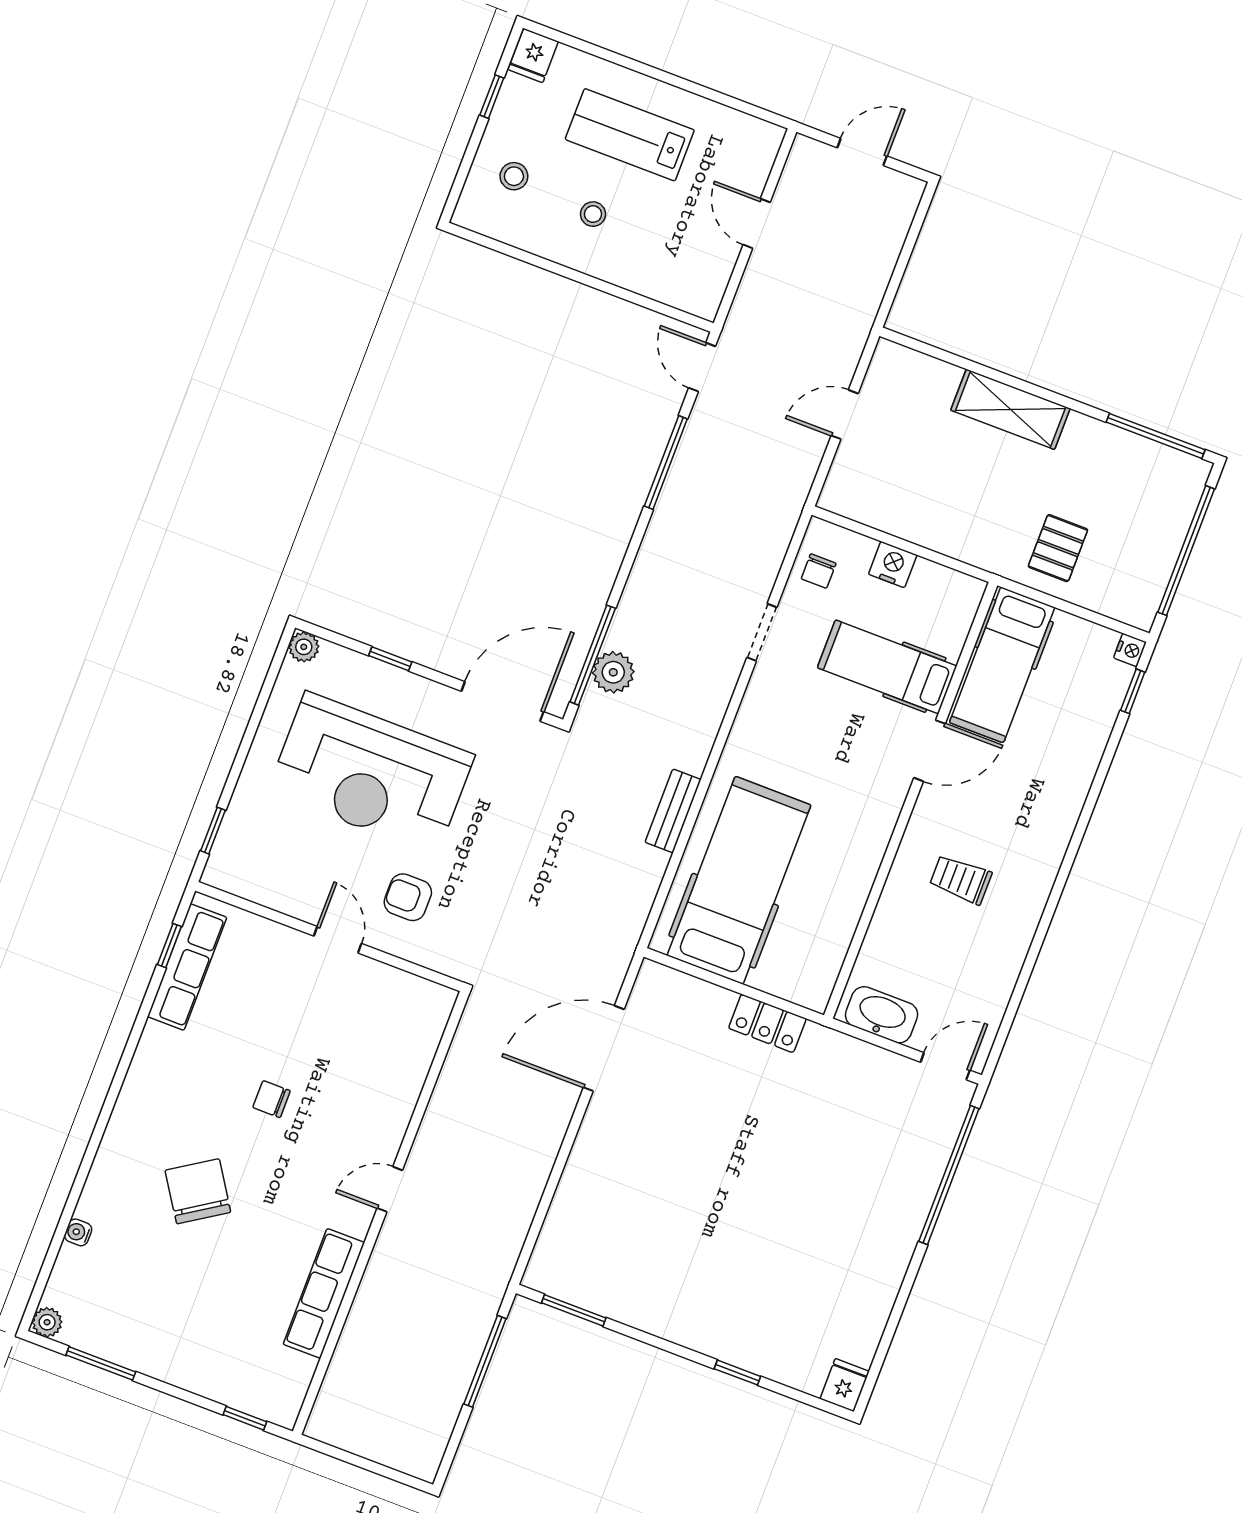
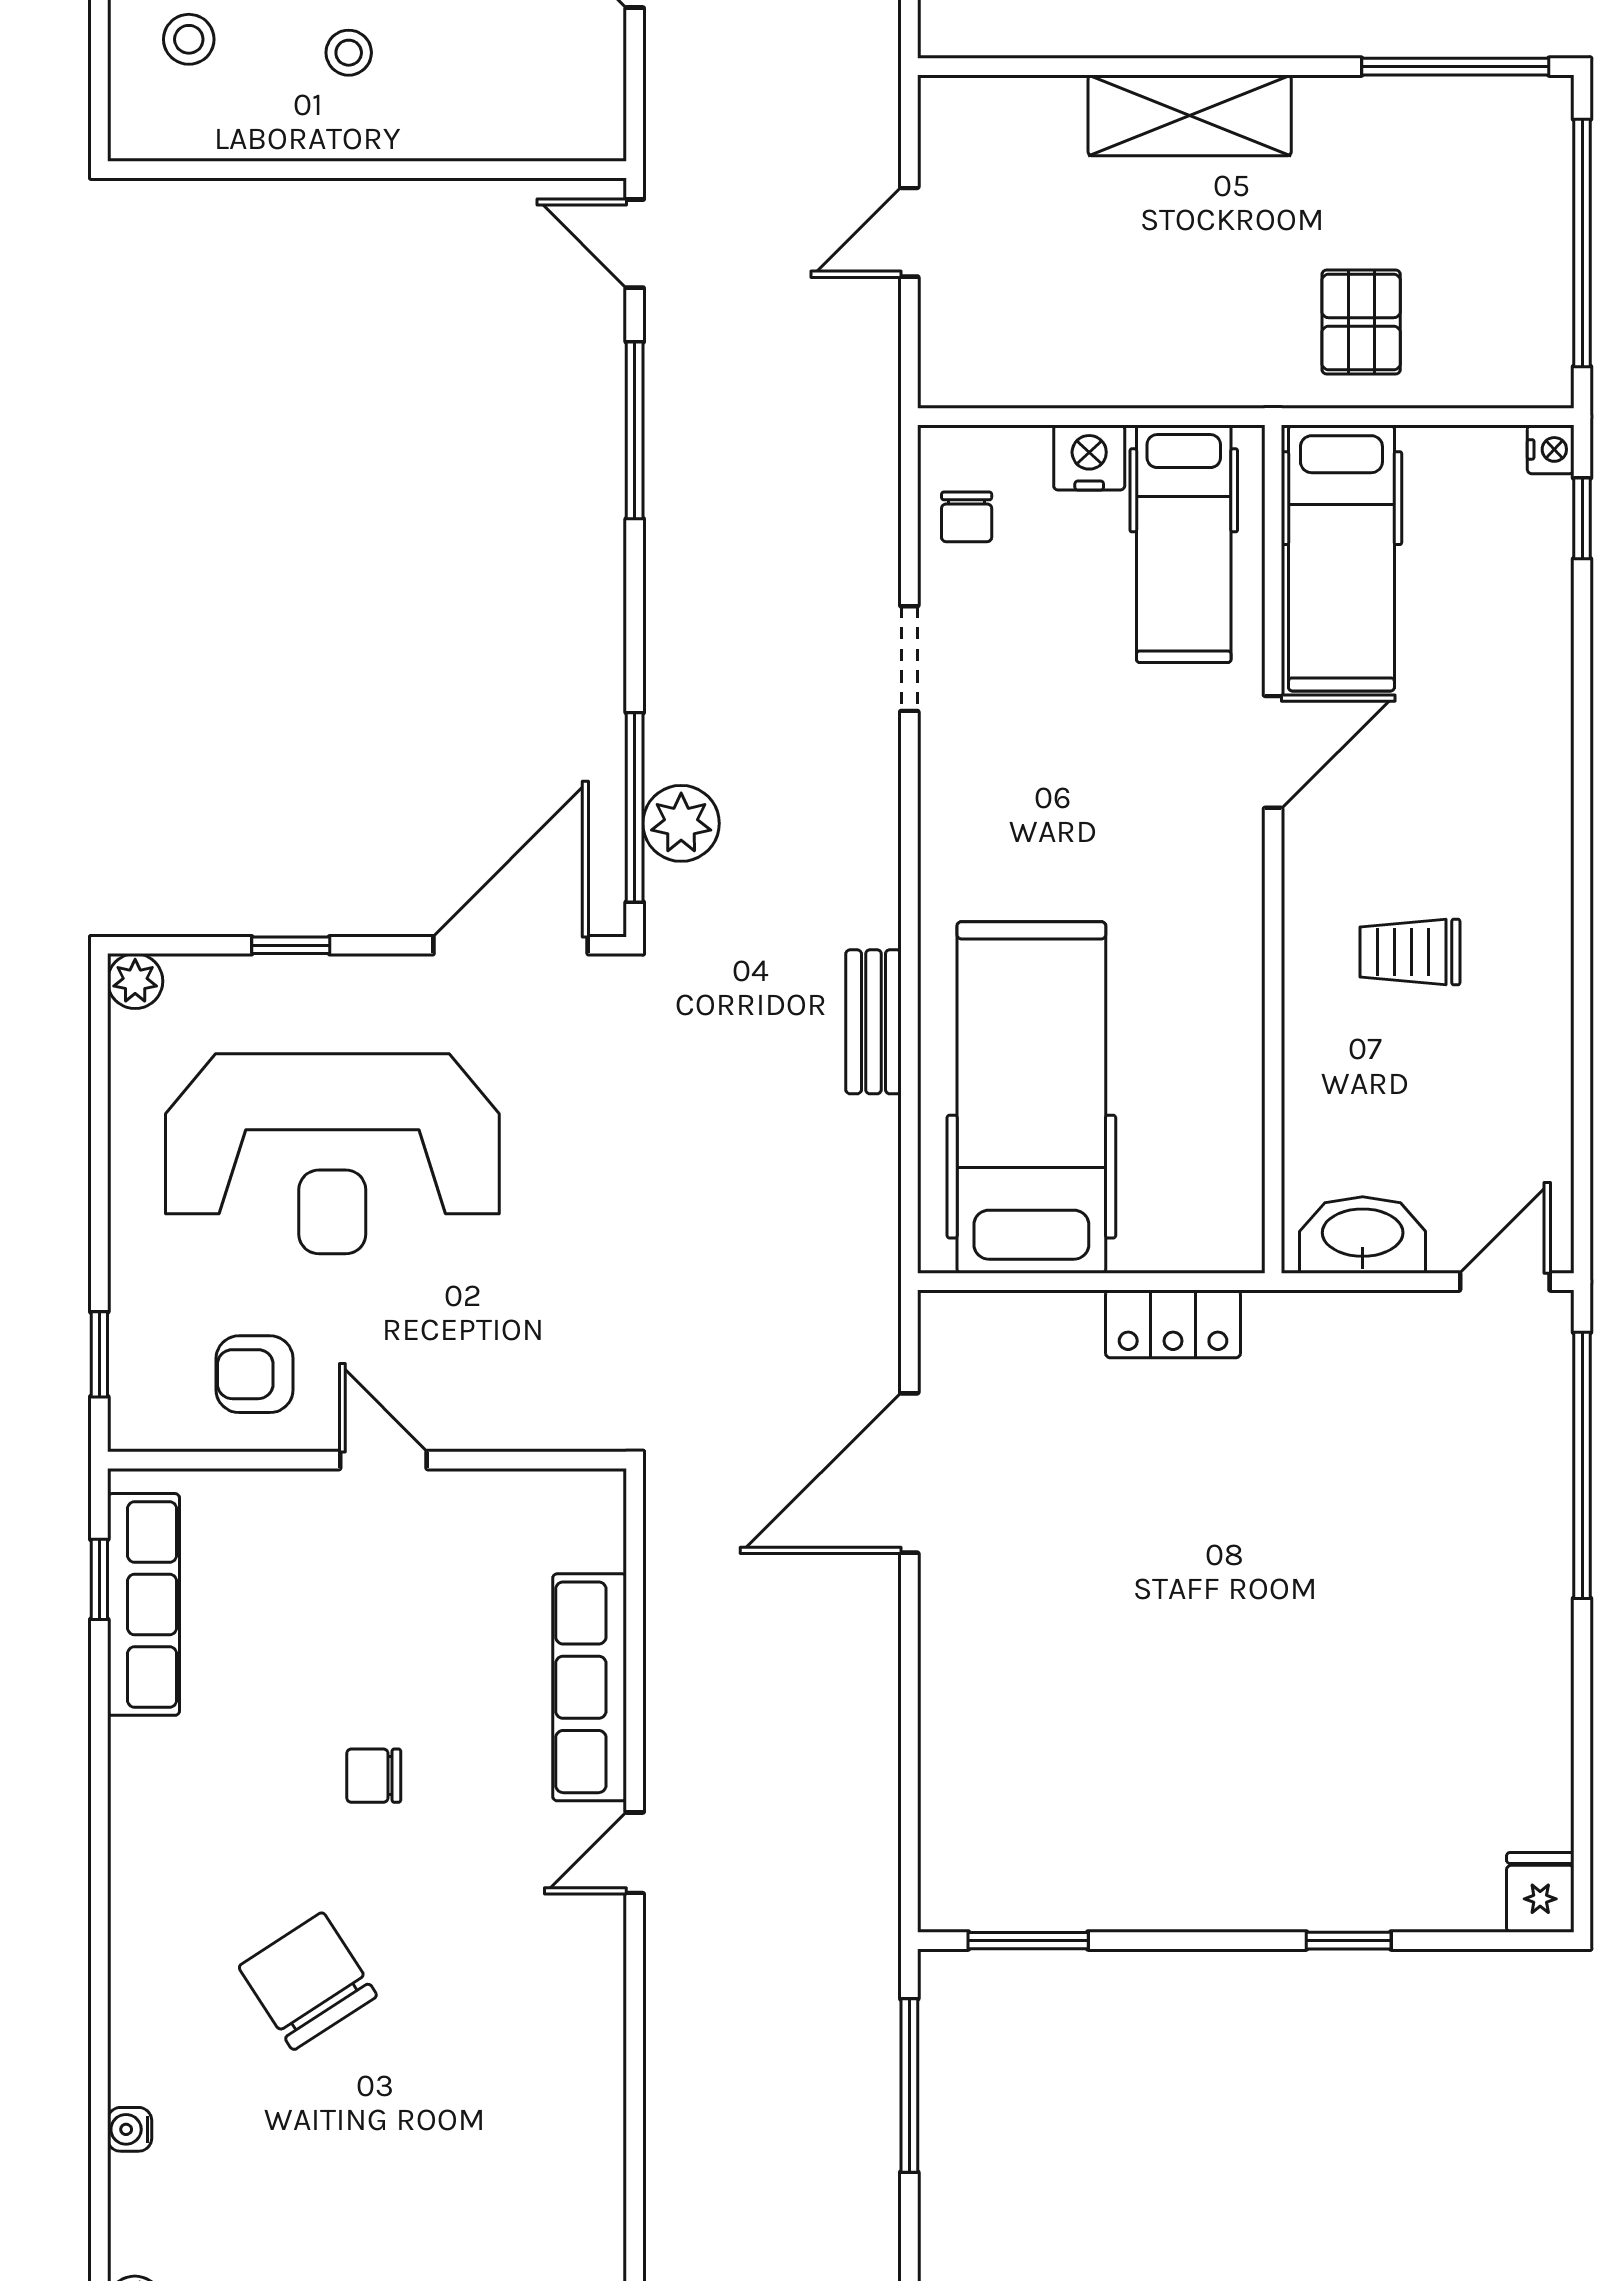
hospital bed: (887, 667) -> (1184, 544), moved, turned -90
armchair: (408, 897) -> (254, 1374), moved
row of seats: (324, 1293) -> (590, 1687), moved

